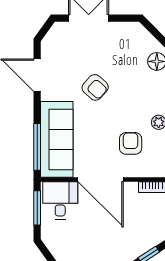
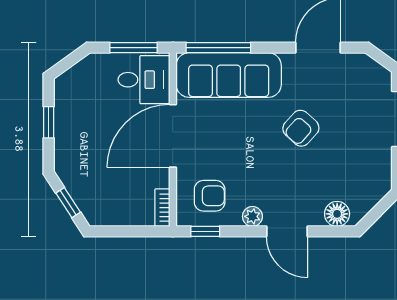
armchair: (131, 143) -> (210, 196), moved

